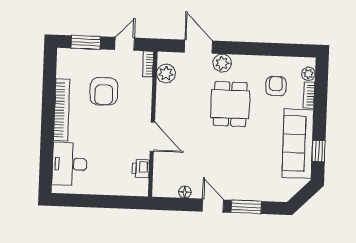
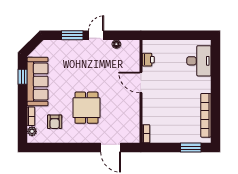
door: (125, 44) -> (163, 148), removed
plant: (222, 63) -> (93, 137), removed
plant: (166, 73) -> (133, 128), removed
armchair: (104, 91) -> (177, 113), removed
bookcase: (62, 110) -> (206, 115), moved
door: (213, 206) -> (96, 35), swing flipped

